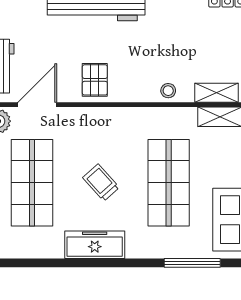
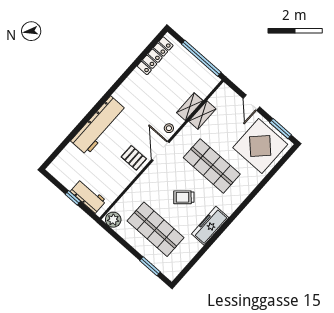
door: (37, 105) -> (160, 151), moved
window: (192, 263) -> (259, 188), removed

